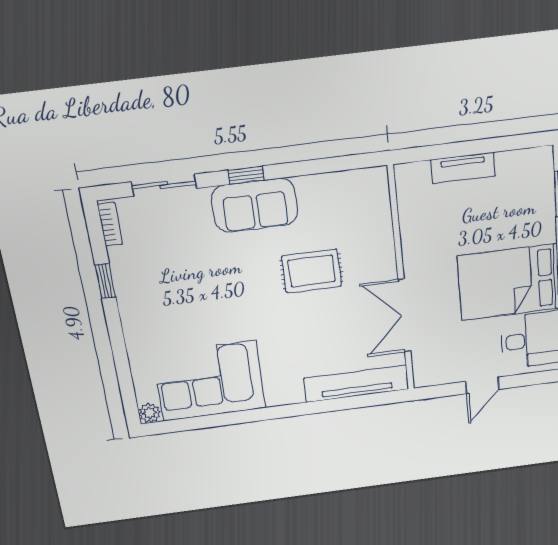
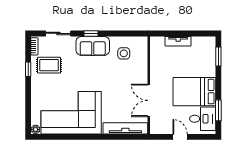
side table: (333, 214) -> (124, 53), added
rug: (312, 271) -> (49, 65), moved
corner sofa: (209, 381) -> (71, 113), width x1.36, depth x1.36
door: (482, 385) -> (180, 137), swing flipped

